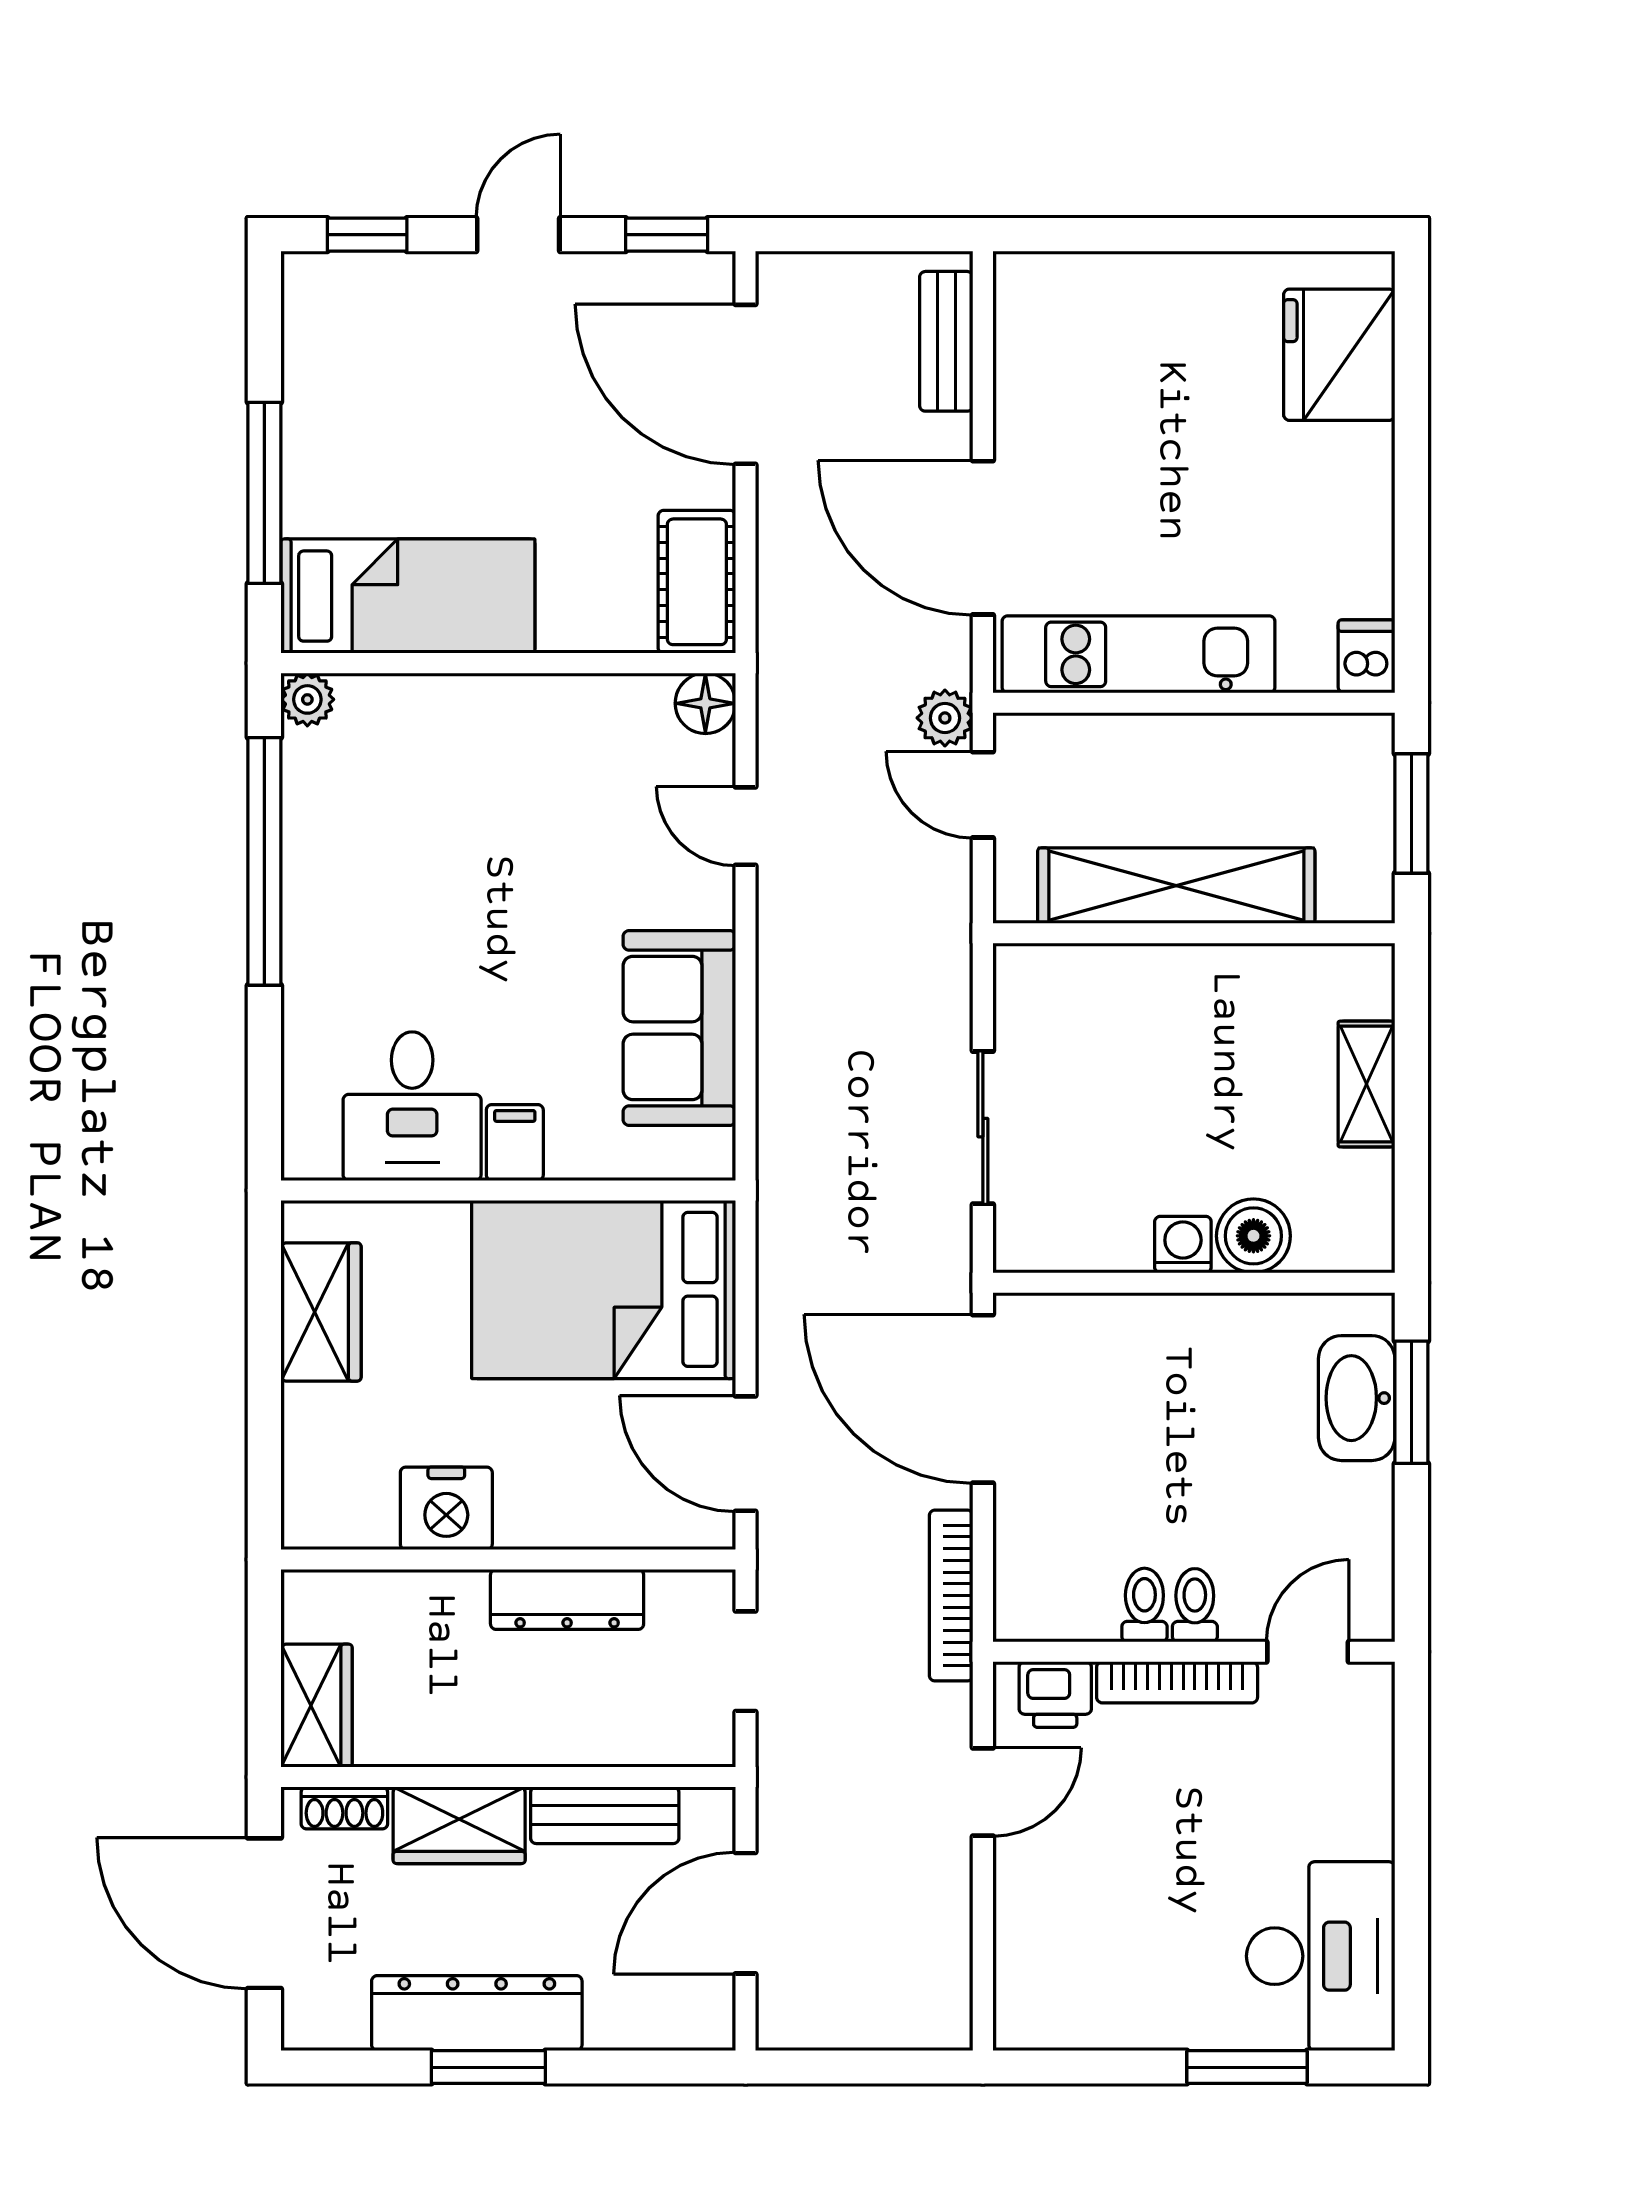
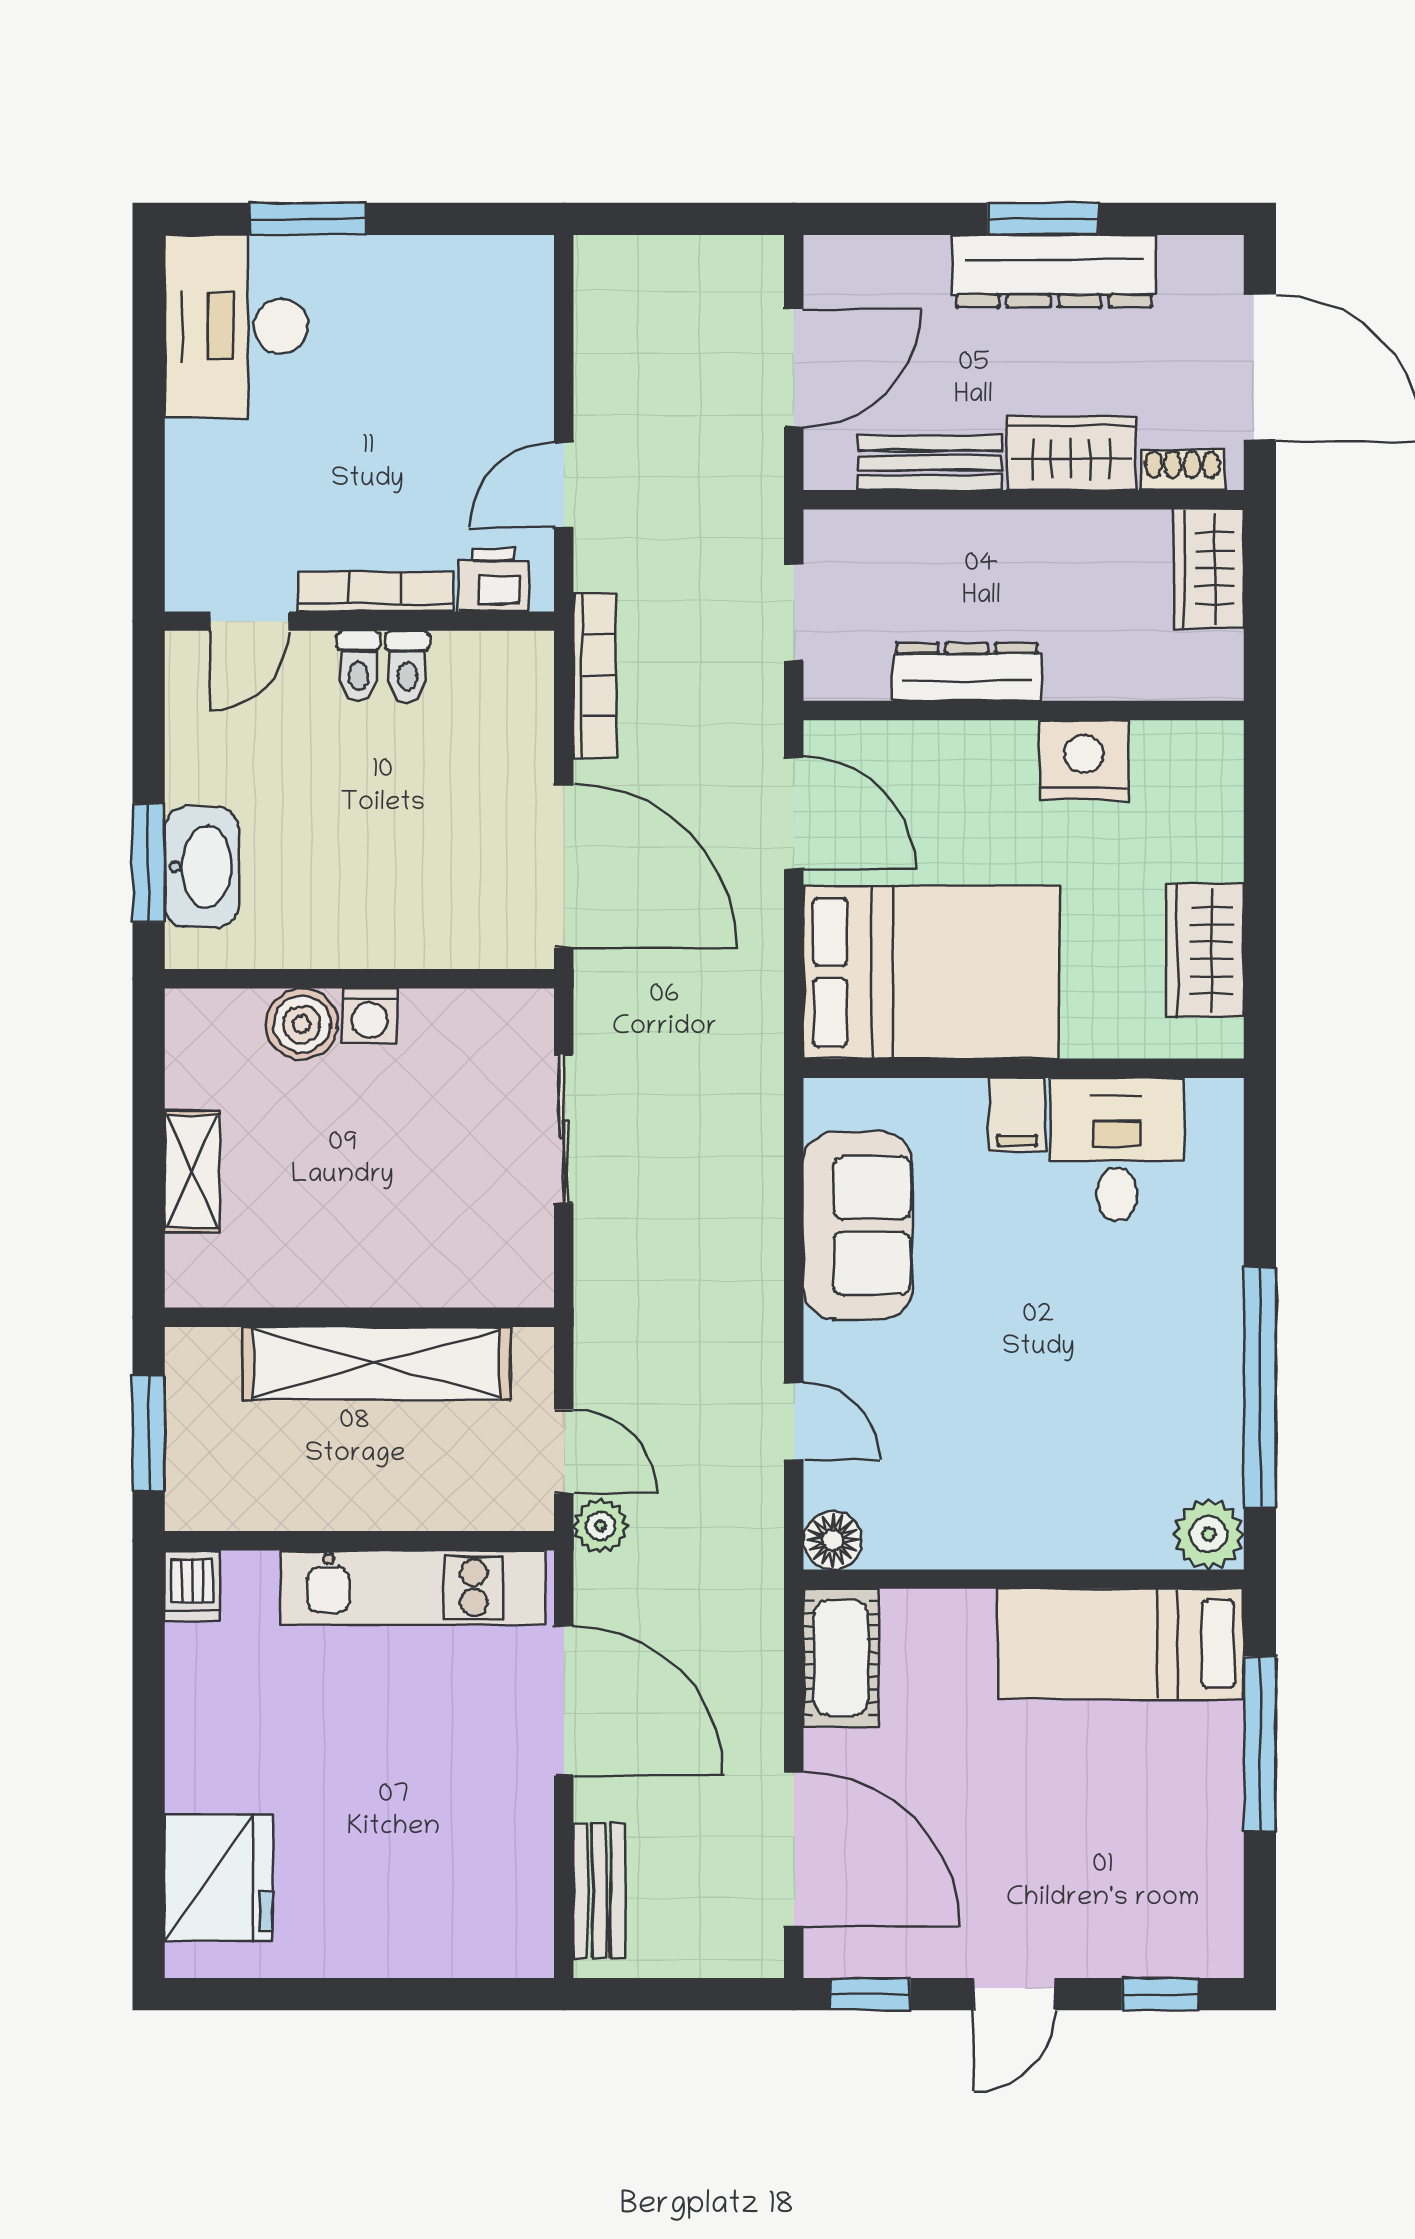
plant: (307, 699) -> (1209, 1534), width x1.38, depth x1.38

